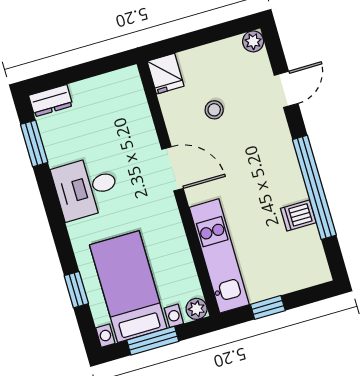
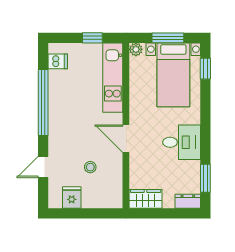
plant: (253, 41) -> (55, 202), removed
fridge: (165, 74) -> (72, 198), moved
wardrobe: (116, 86) -> (146, 199), added
dishwasher: (298, 216) -> (58, 61), moved
window: (76, 290) -> (205, 69), moved

